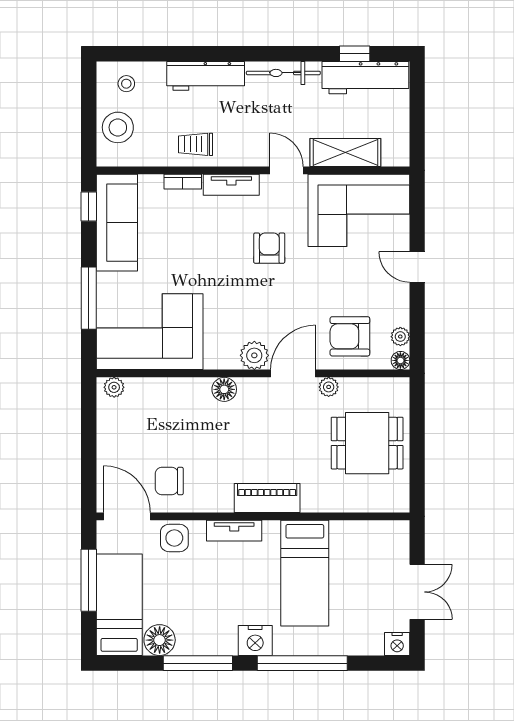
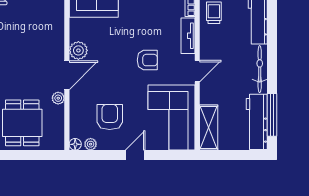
window: (355, 54) -> (272, 115), width x2.17
shelving: (345, 152) -> (209, 128), moved
armchair: (350, 336) -> (110, 117), moved
door: (293, 373) -> (67, 75), hinge flipped
floor lamp: (224, 389) -> (57, 31), removed

